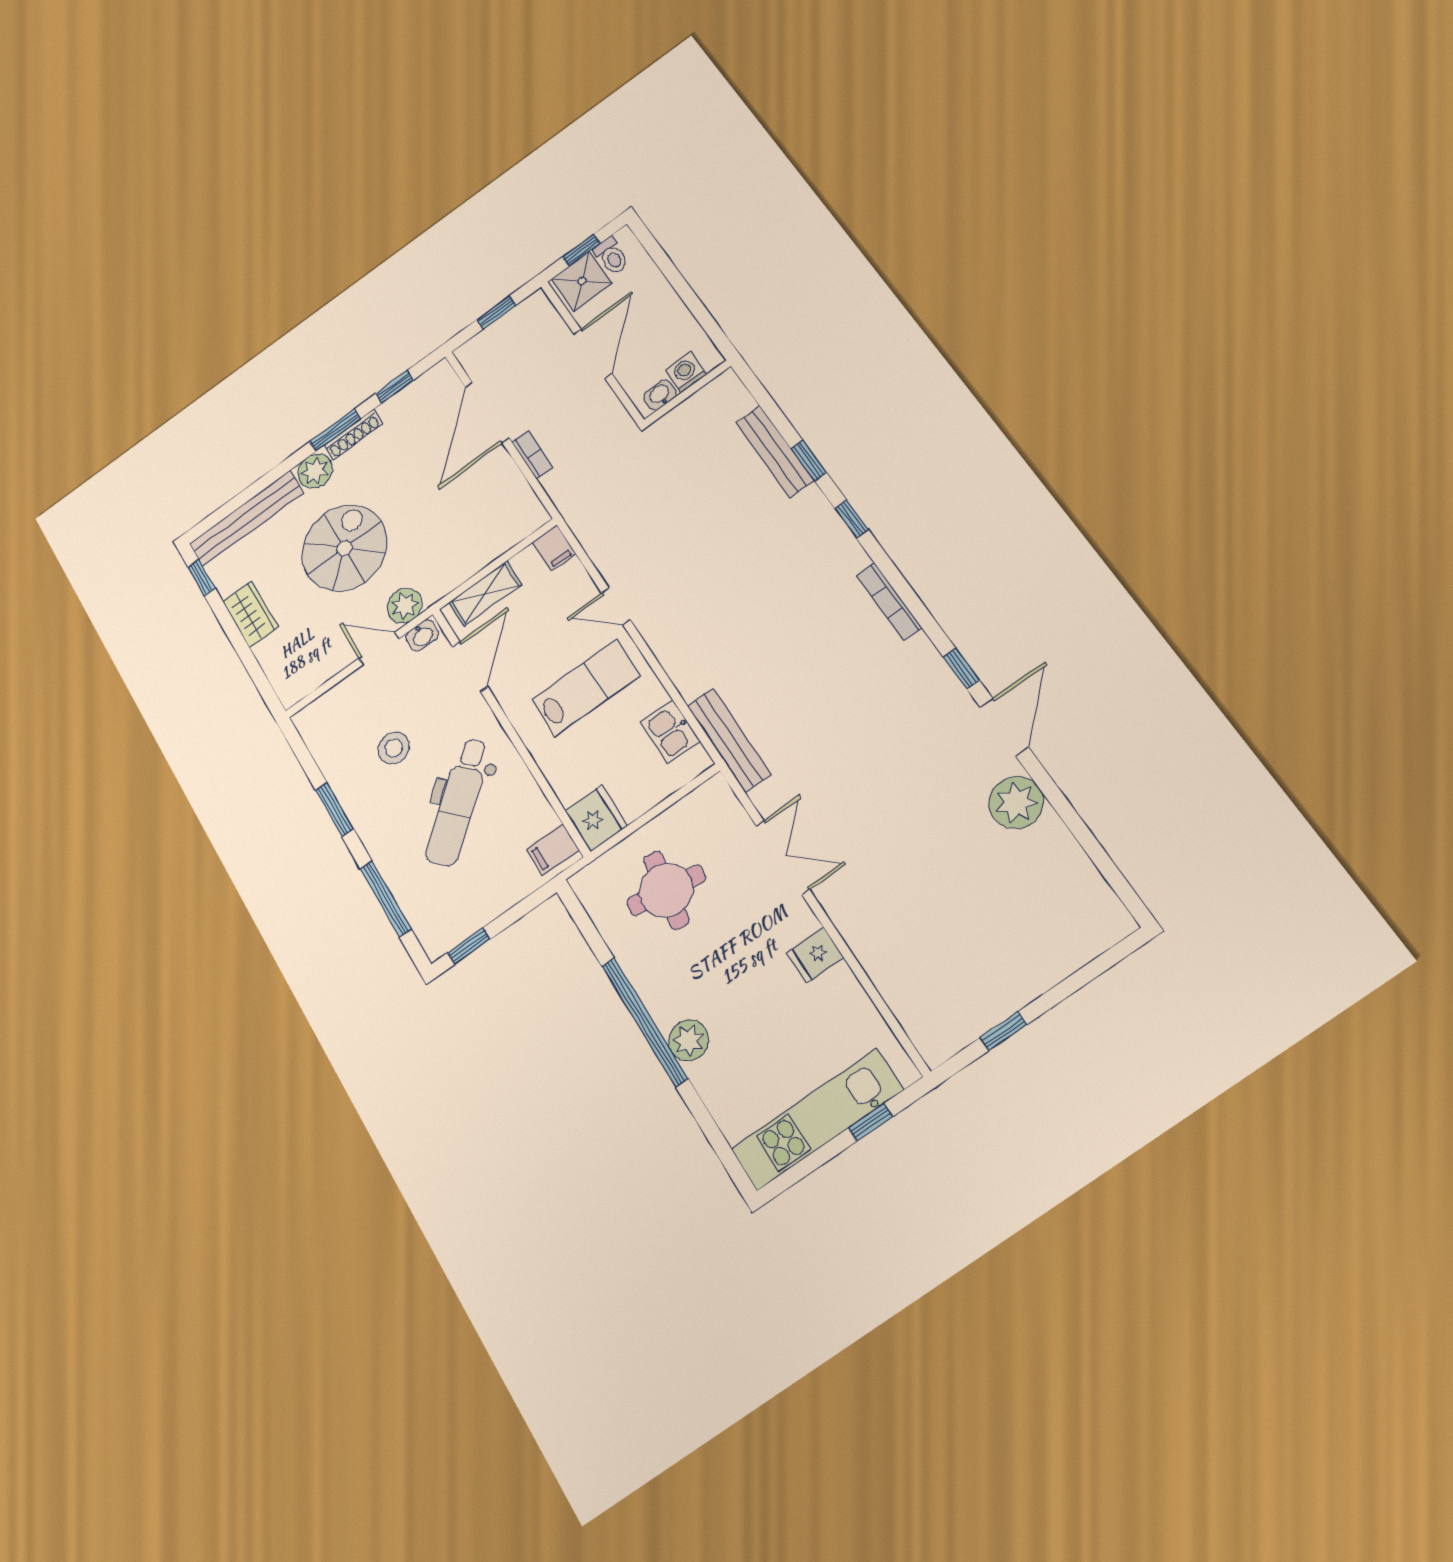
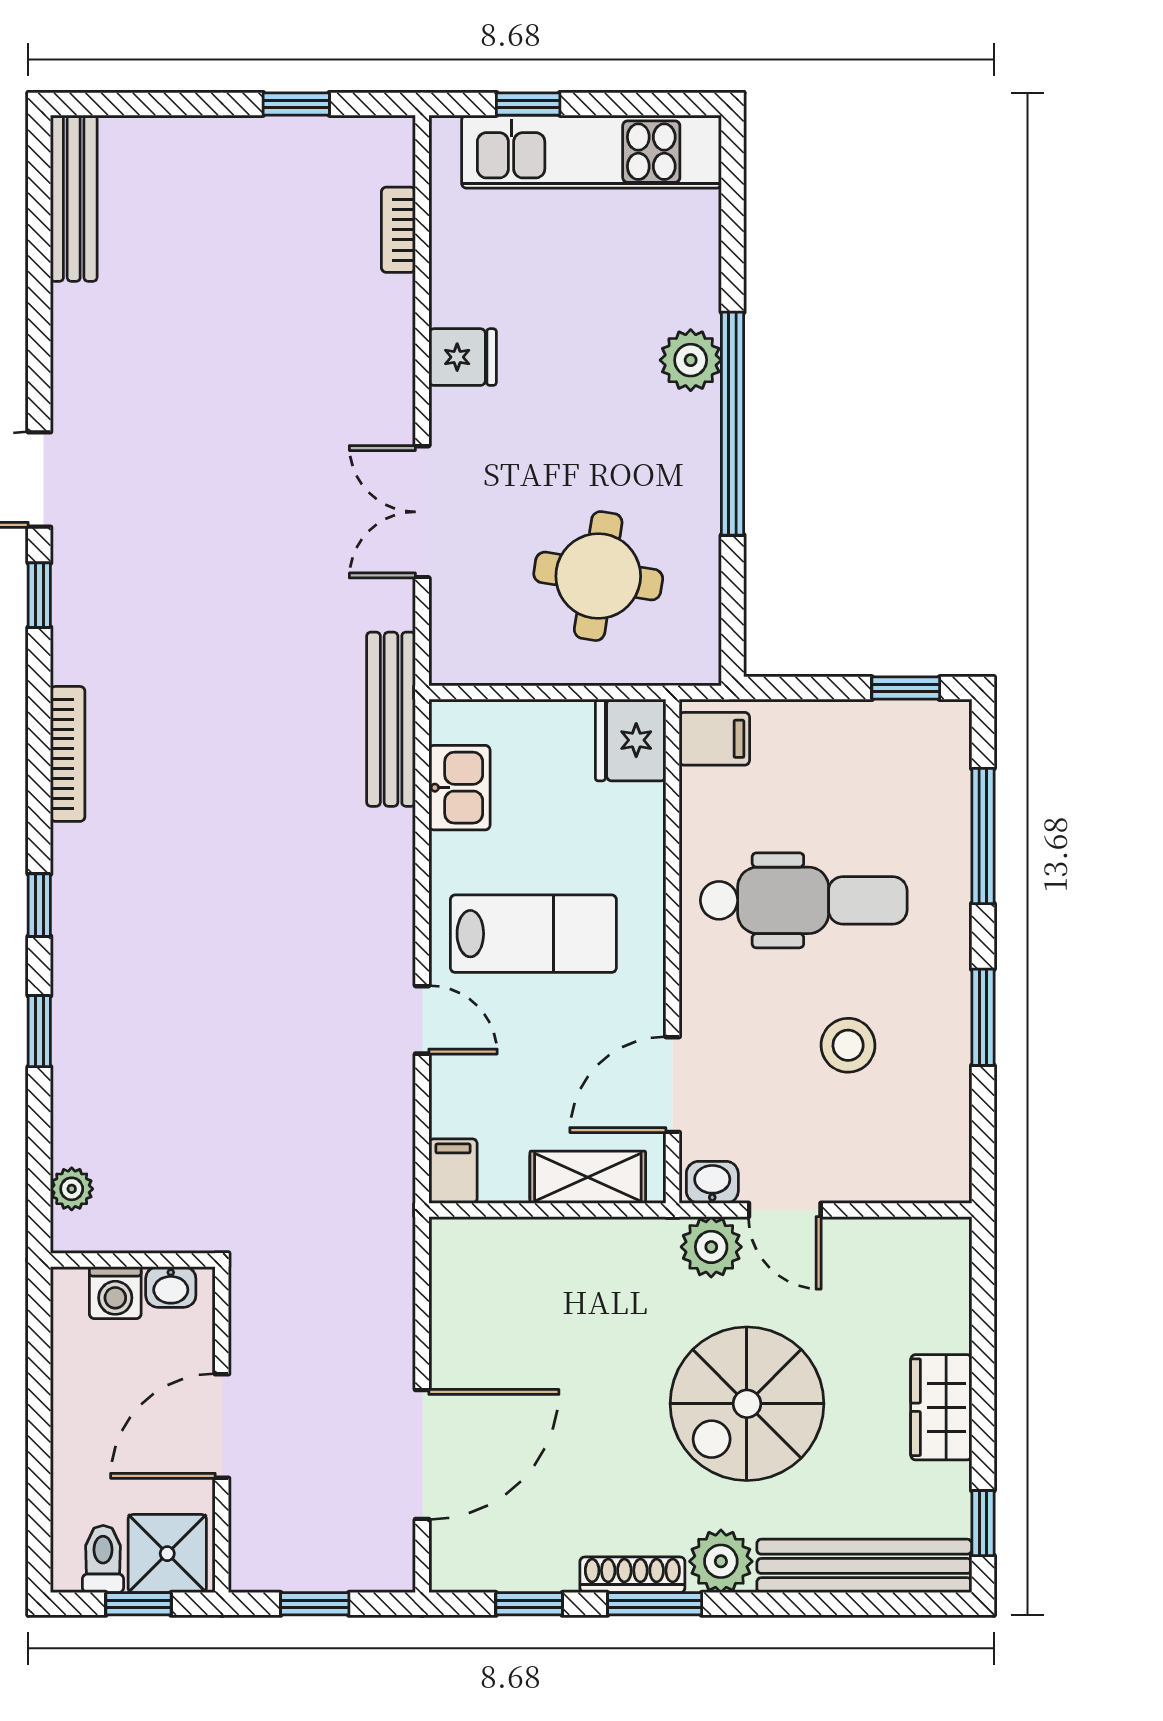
bench: (775, 451) -> (74, 198), moved
bookcase: (532, 455) -> (398, 230), moved
lab bench: (586, 688) -> (533, 934), turned 180
dental chair: (458, 802) -> (804, 900), turned 42
plant: (1016, 803) -> (72, 1189), moved, width x0.53, depth x0.53

